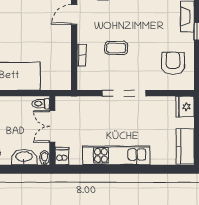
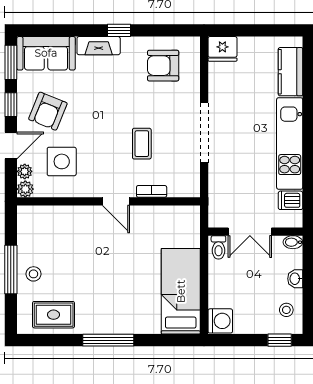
door: (74, 15) -> (116, 201), moved
kitchen counter: (185, 146) -> (290, 72), moved, turned 90
dishwasher: (62, 156) -> (291, 200), moved
washbasin: (24, 157) -> (295, 279), width x0.52, depth x0.69

